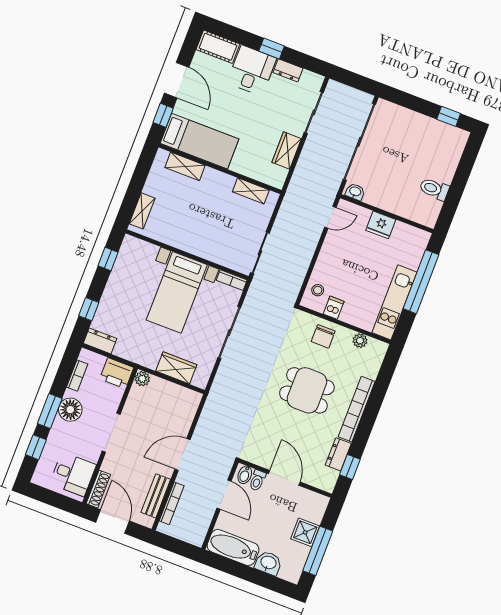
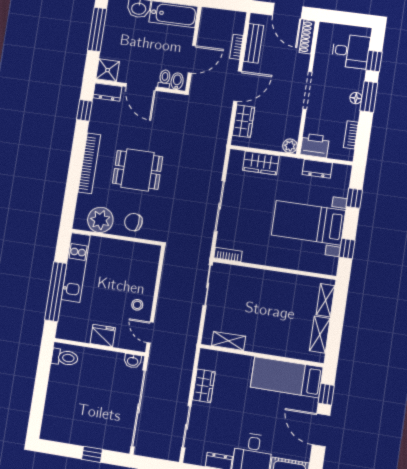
window: (449, 116) -> (92, 454), moved
shelving: (185, 166) -> (320, 335), moved, turned 90
toilet: (434, 189) -> (65, 358), moved
door: (330, 217) -> (150, 333), hinge flipped
stool: (318, 290) -> (137, 305), moved
bed with nightstands: (177, 292) -> (308, 223), moved, turned -90
dishwasher: (334, 308) -> (130, 250), removed
chair: (323, 336) -> (133, 222), turned -83
dresser: (100, 341) -> (317, 169), moved
plant: (360, 341) -> (100, 220), width x1.88, depth x1.88
floor lamp: (70, 410) -> (356, 98), width x0.53, depth x0.53
wardrobe: (185, 416) -> (243, 121), added
dresser: (338, 454) -> (107, 92), moved, turned 90
desk: (73, 474) -> (351, 51), moved, turned 180
door: (224, 495) -> (192, 59), swing flipped
bookcase: (172, 503) -> (236, 47), width x0.64
shower: (305, 532) -> (108, 70), moved

